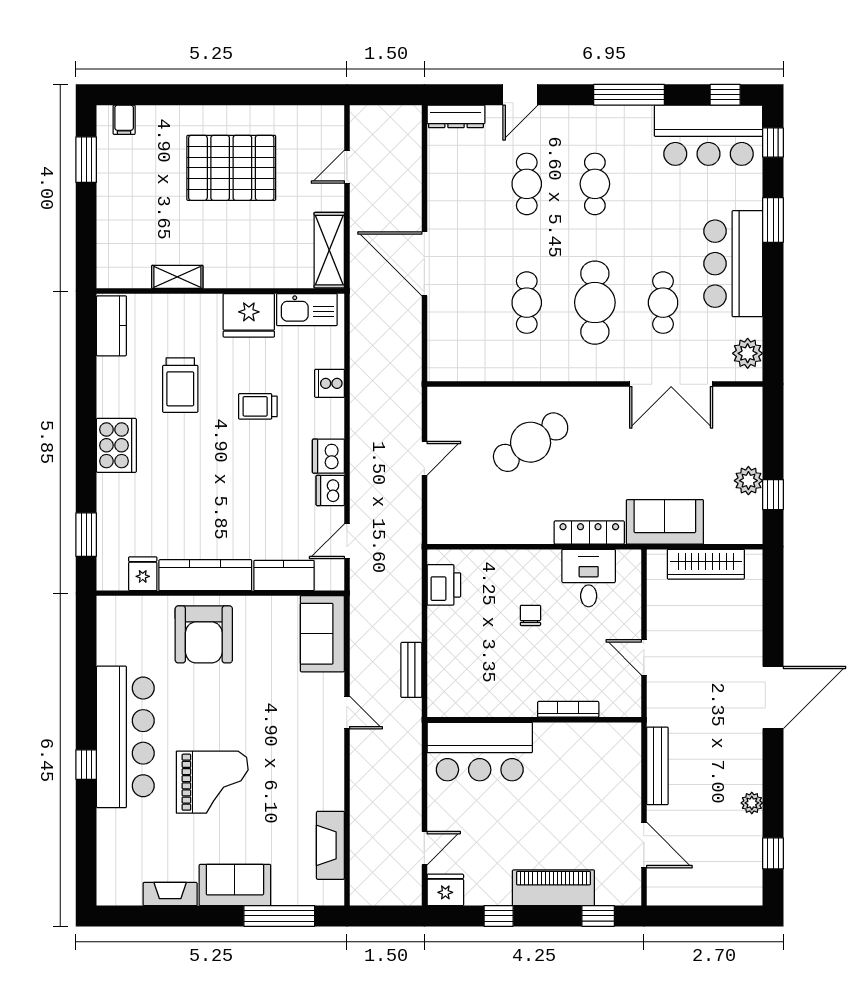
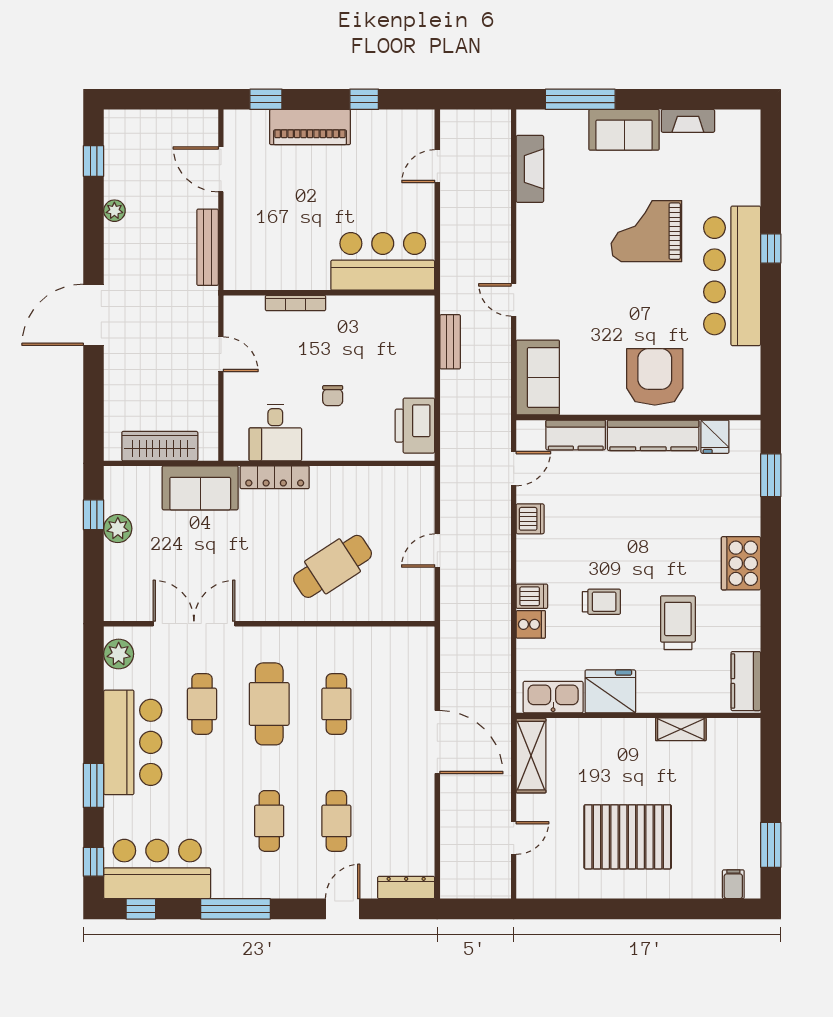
dishwasher: (328, 456) -> (532, 596), moved, width x0.73
printer: (444, 585) -> (415, 426), width x1.37, depth x1.19
fridge: (445, 890) -> (417, 125), removed

